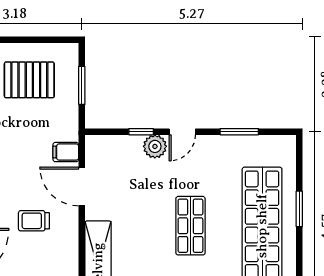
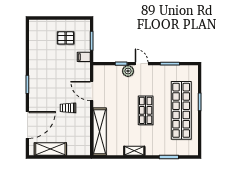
pallet: (29, 80) -> (66, 38), width x0.67, depth x0.71
door: (182, 132) -> (142, 64), swing flipped
filing cabinet: (66, 152) -> (84, 57), moved

